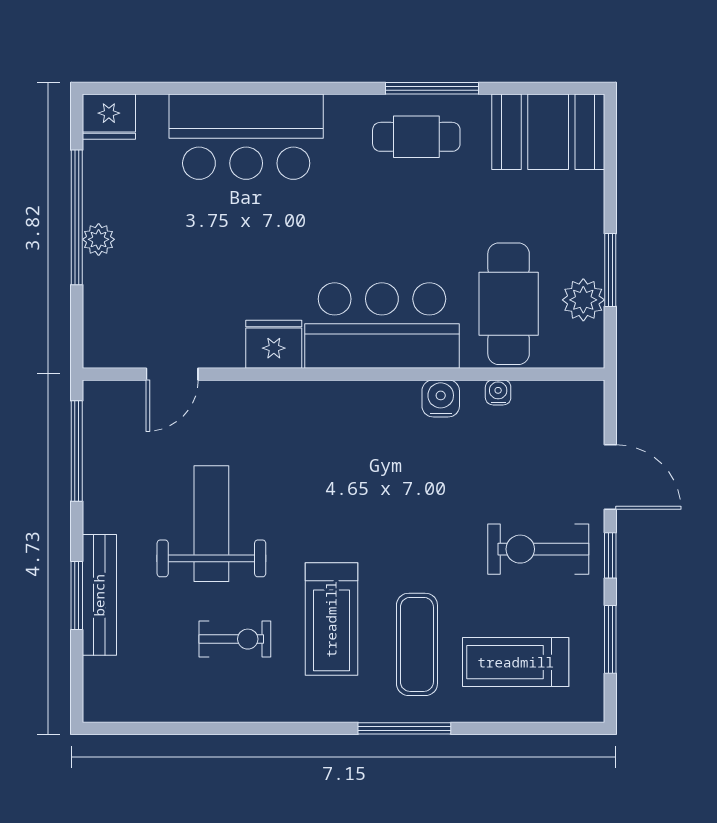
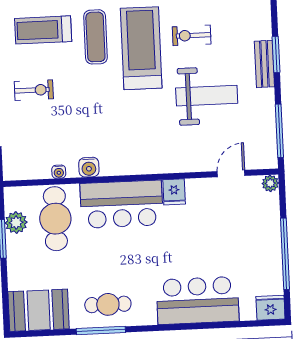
plant: (99, 239) -> (270, 183), moved
fridge: (274, 344) -> (174, 192), width x0.72
weight bench: (211, 524) -> (207, 96), turned -90
exercise bike: (538, 549) -> (34, 90), width x0.73, depth x0.72
bench: (99, 595) -> (264, 64), width x0.73
treadmill: (331, 619) -> (141, 48), width x1.37, depth x1.38
treadmill: (516, 662) -> (43, 30), turned 180

